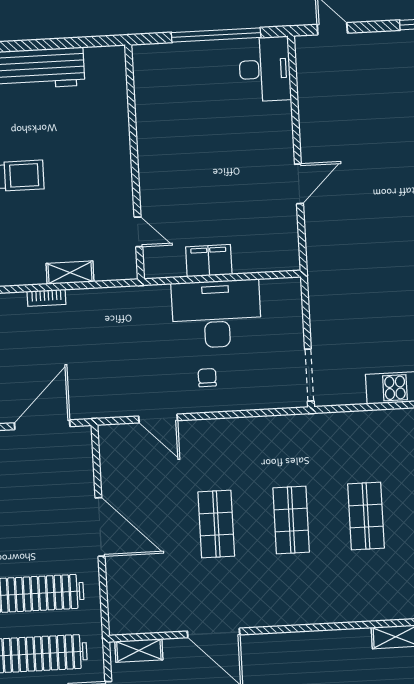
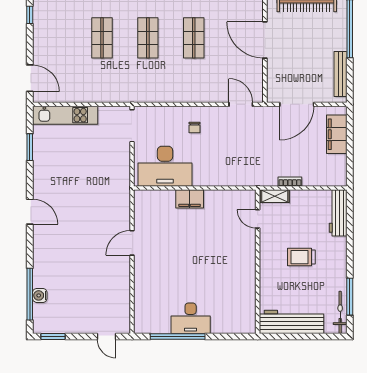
desk: (265, 69) -> (191, 318), moved, turned -90
wall: (135, 162) -> (258, 262), moved
door: (138, 232) -> (258, 219), moved
desk: (216, 314) -> (165, 166), moved
door: (158, 418) -> (241, 104), moved

